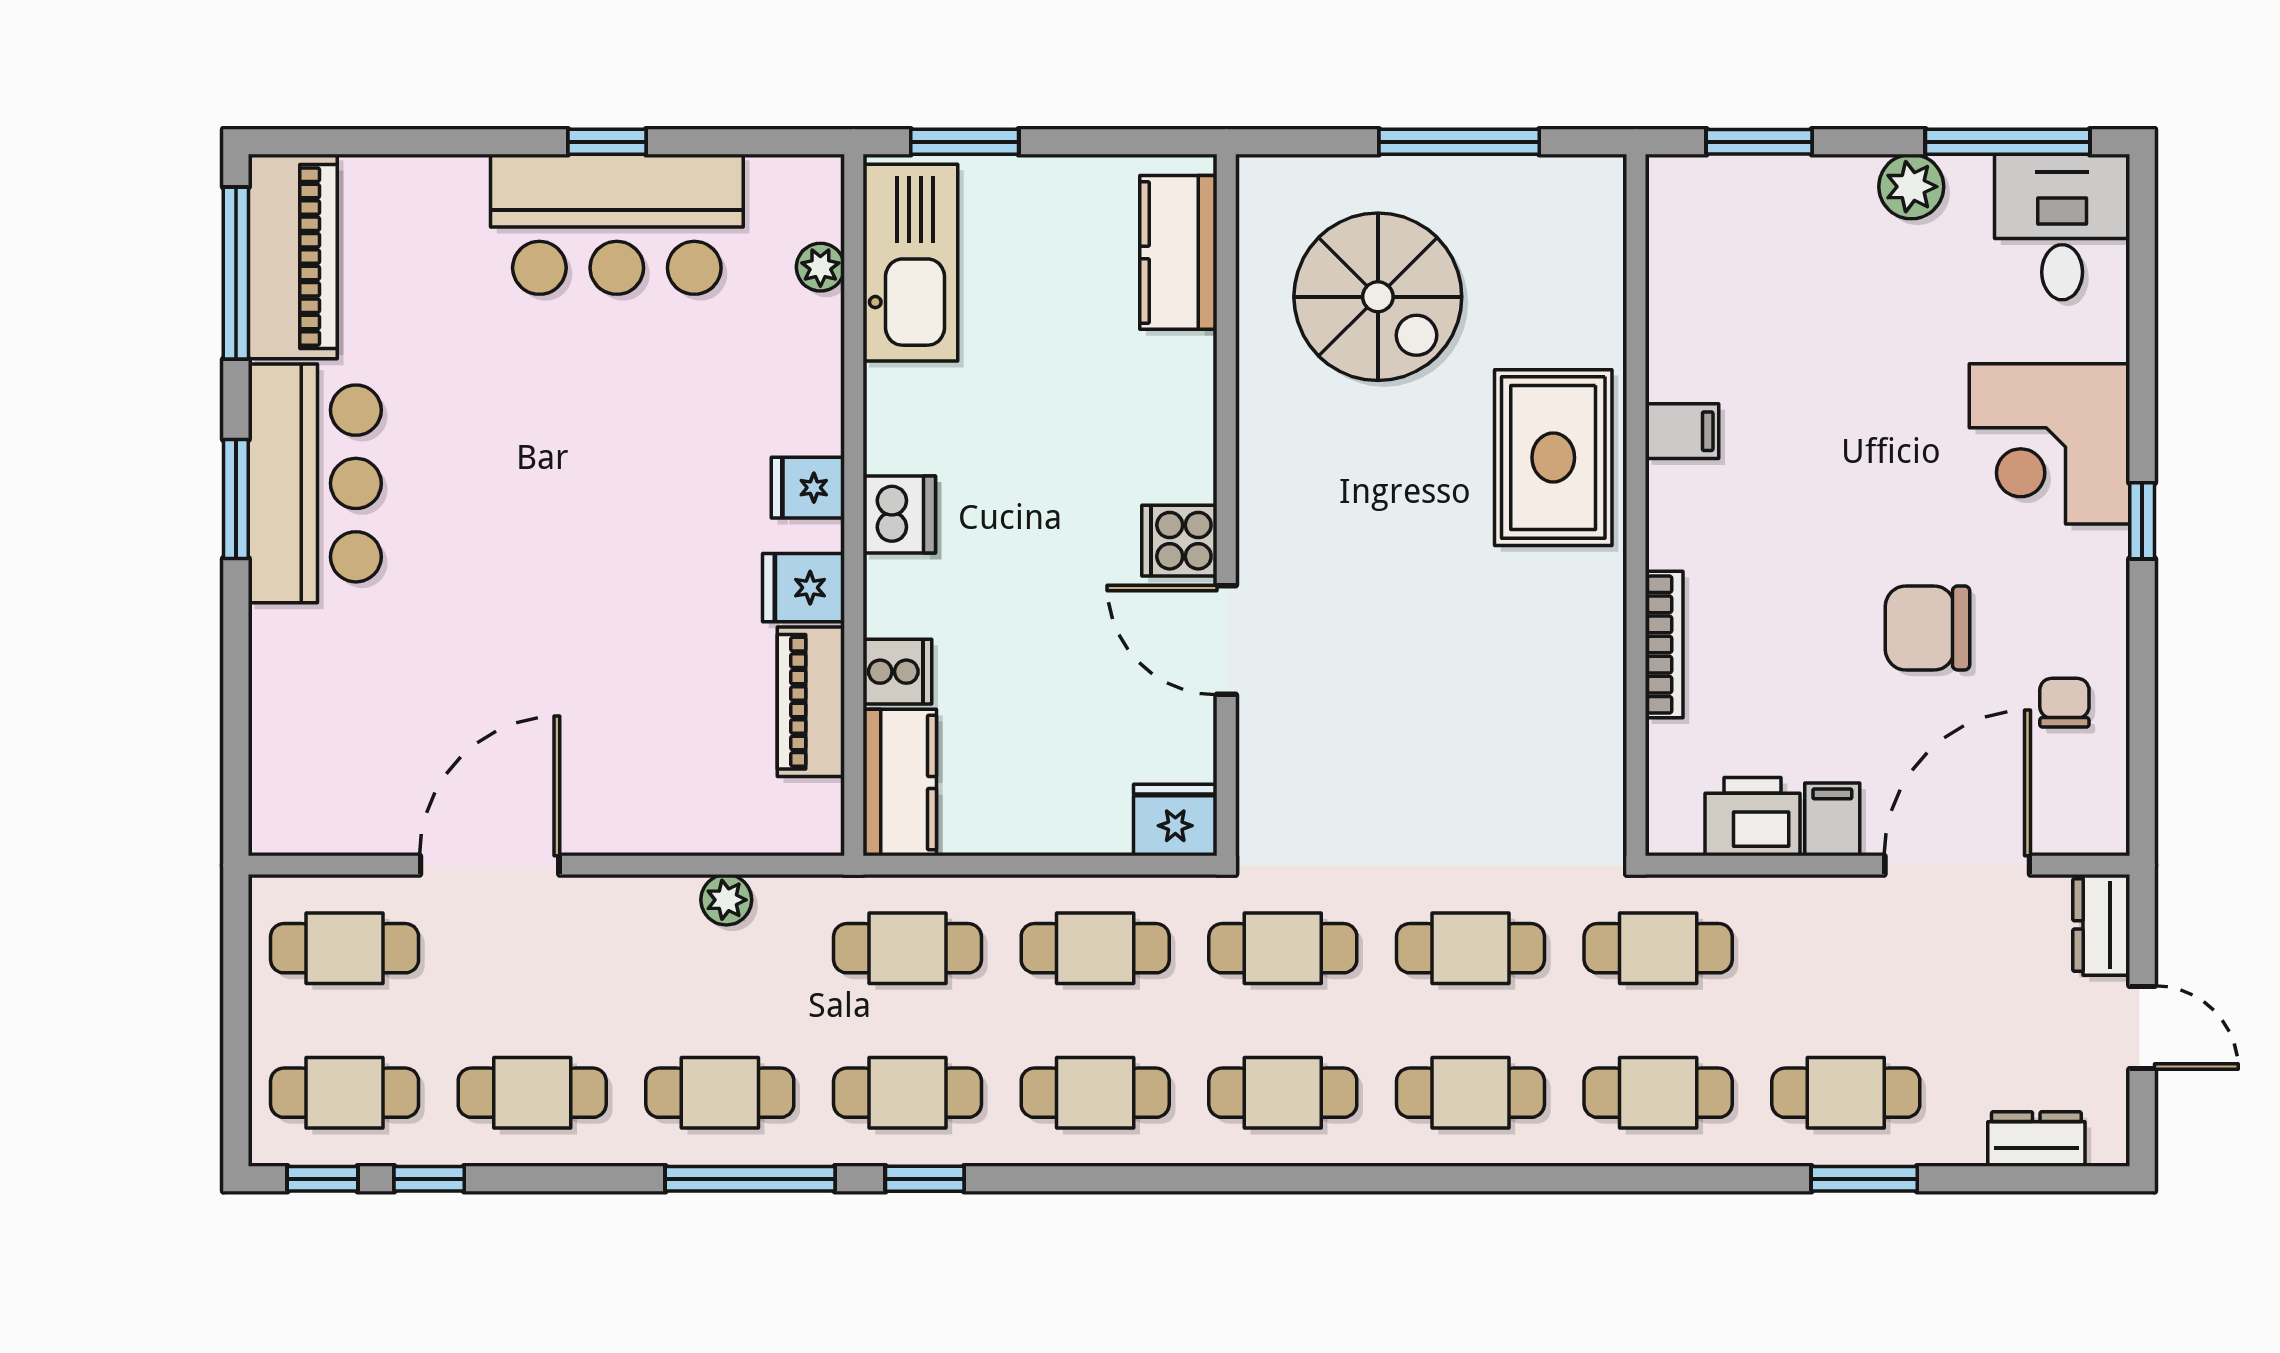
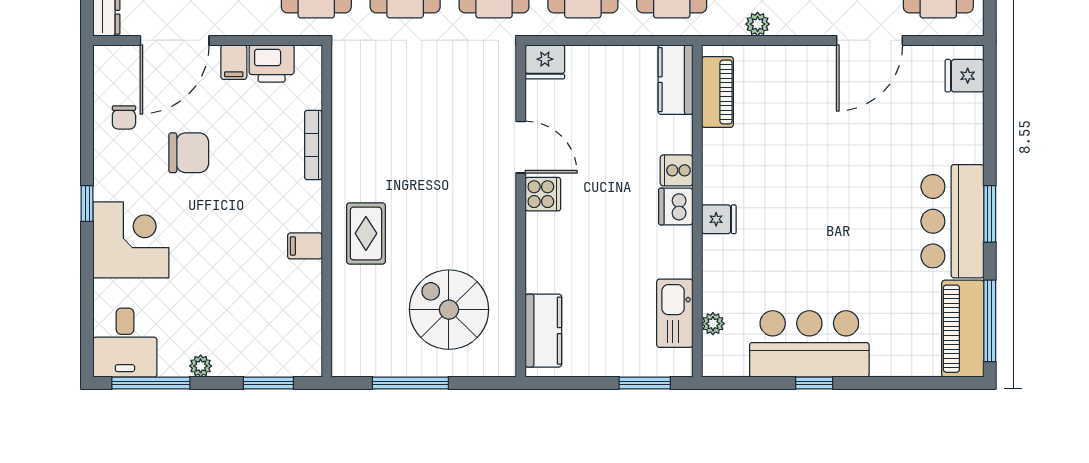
plant: (1911, 187) -> (201, 366), width x0.73, depth x0.73
kitchen sink: (910, 263) -> (675, 313), width x0.73, depth x0.81
rug: (1553, 458) -> (366, 233), width x0.73, depth x0.70
fridge: (803, 588) -> (964, 76), moved, turned 180
cooker: (897, 672) -> (677, 170), moved
piano: (811, 702) -> (717, 92), moved

